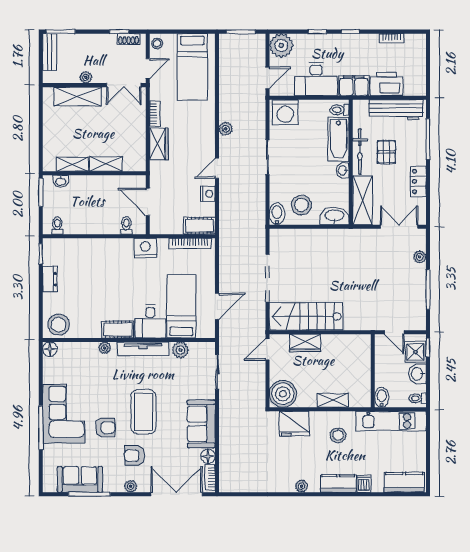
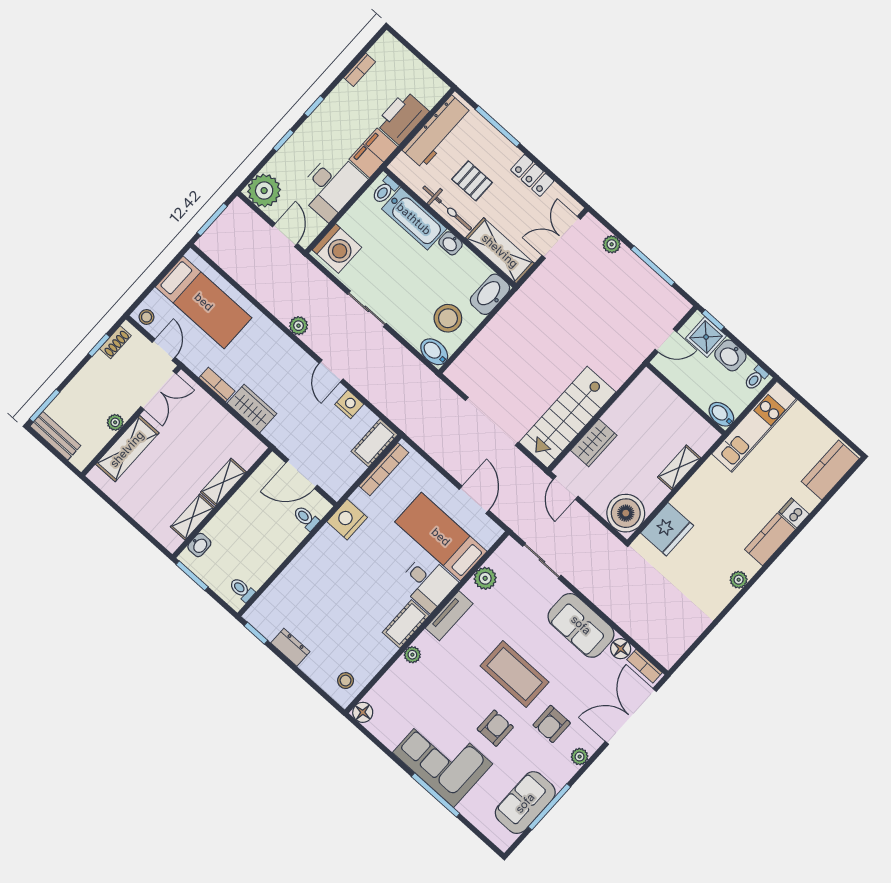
stool: (59, 325) -> (346, 681), width x0.53, depth x0.53
tv unit: (143, 349) -> (449, 616), width x0.71
stool: (338, 435) -> (720, 495), removed

